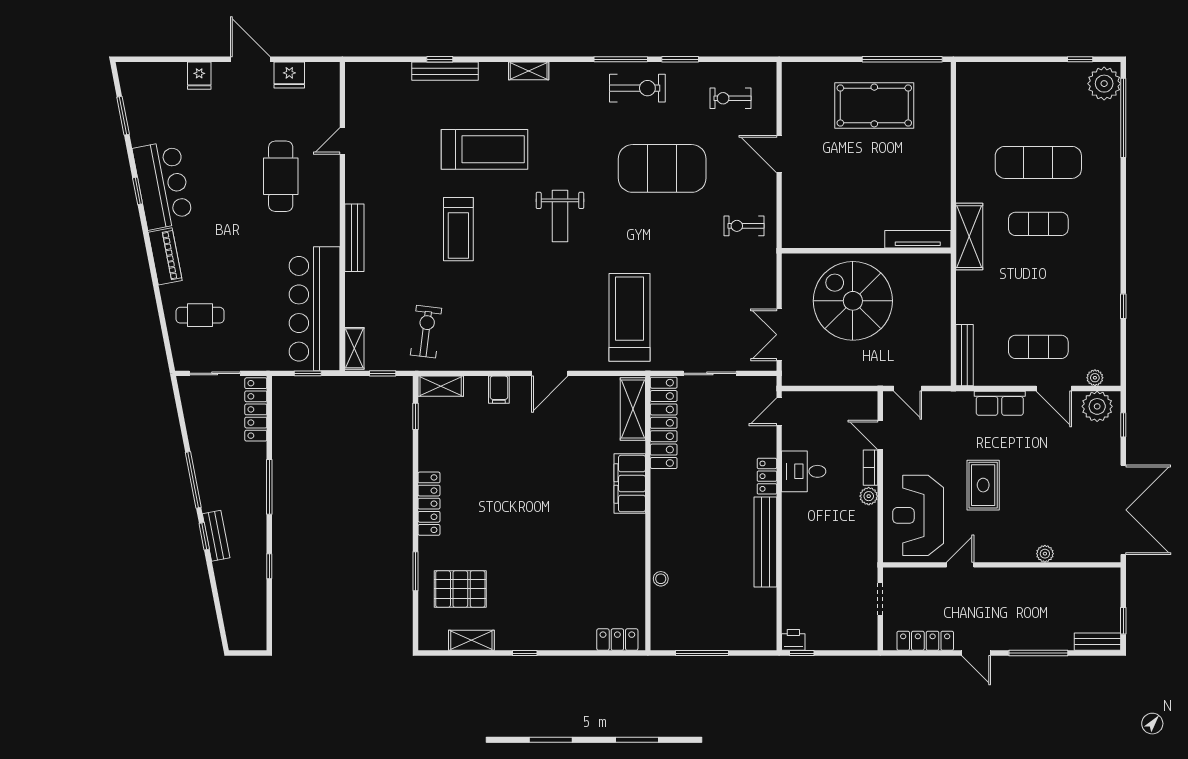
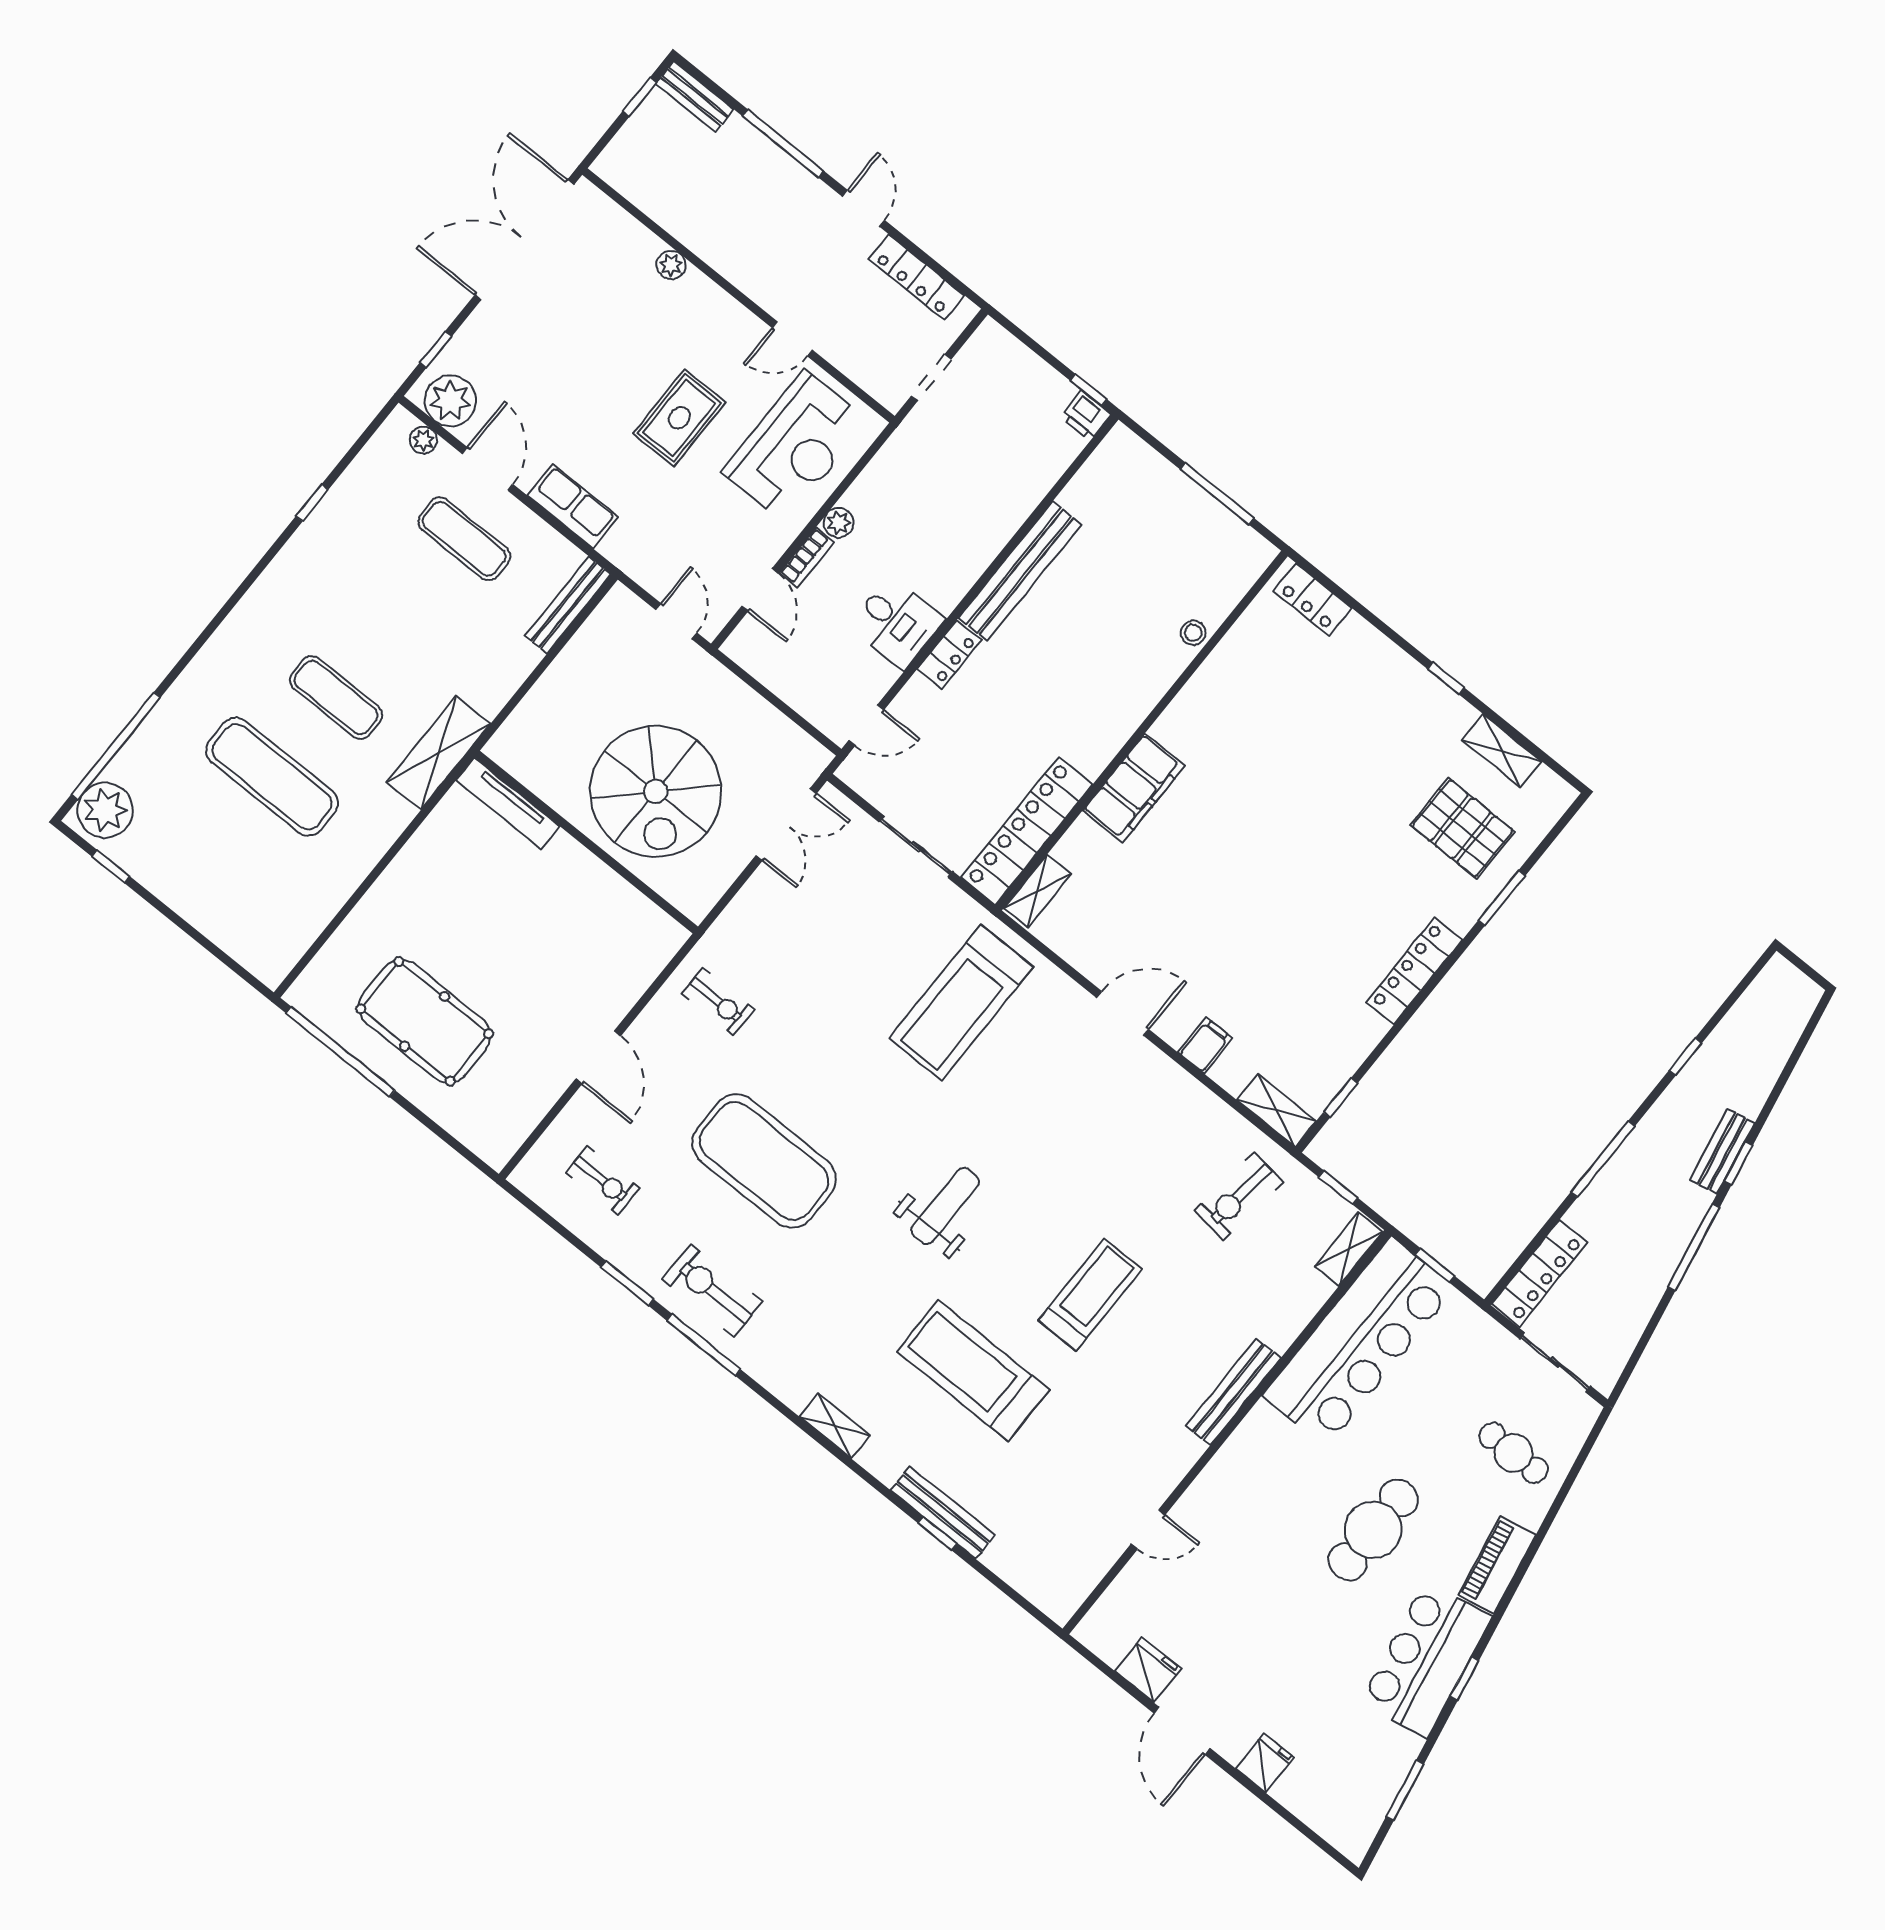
cafe table: (281, 176) -> (1373, 1530), moved
shelving: (633, 409) -> (1038, 891), width x0.67, depth x0.75

